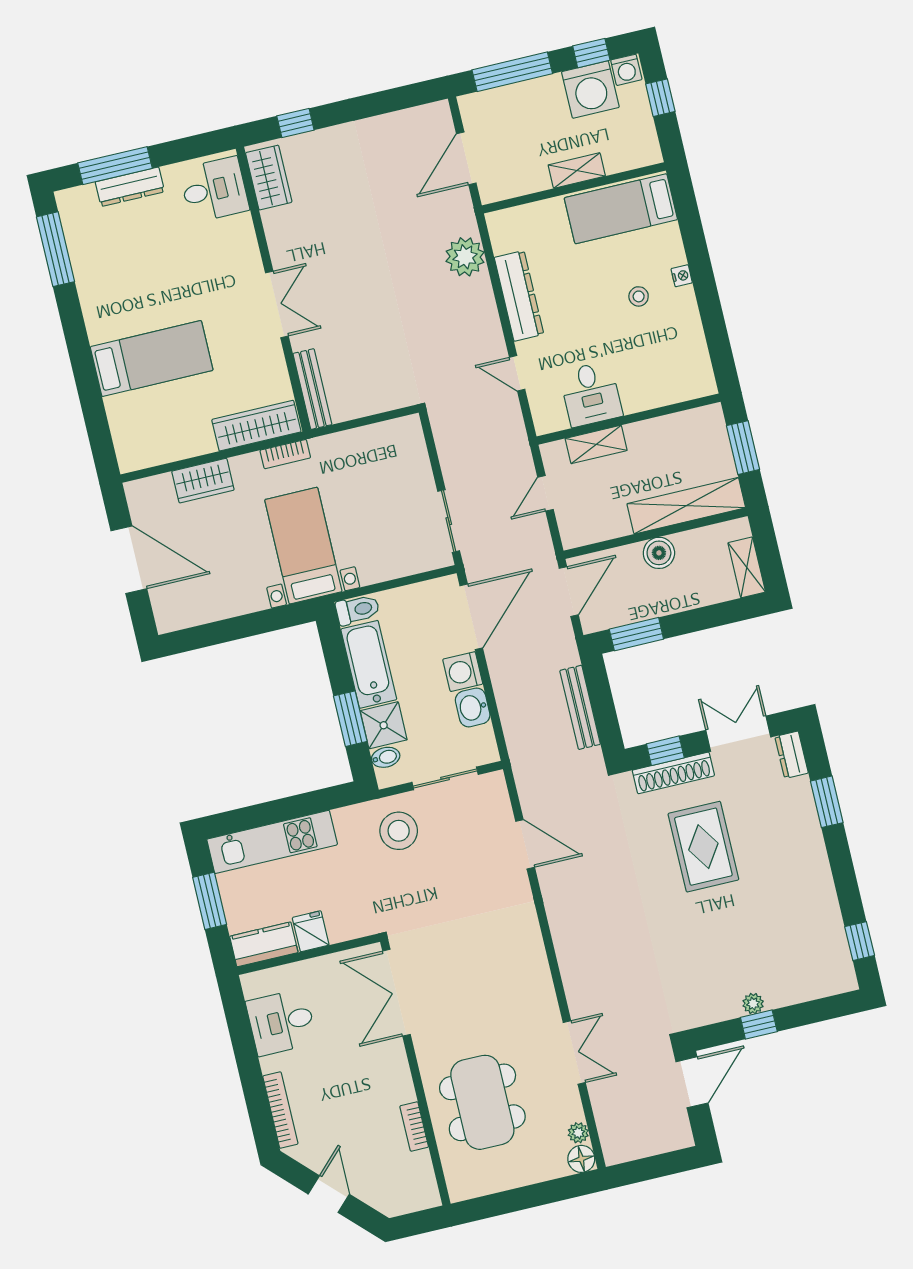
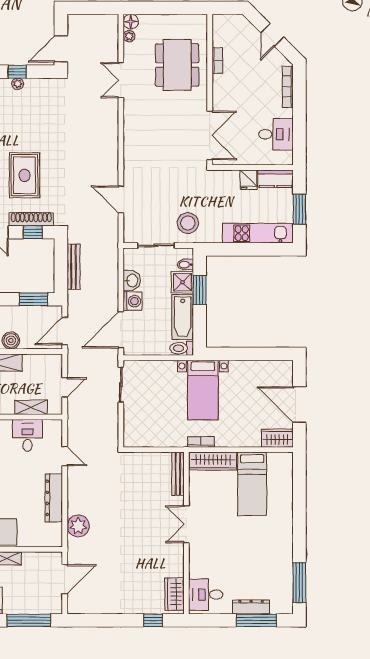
bed: (152, 359) -> (252, 484), moved, turned -90
wardrobe: (203, 481) -> (277, 438), moved

